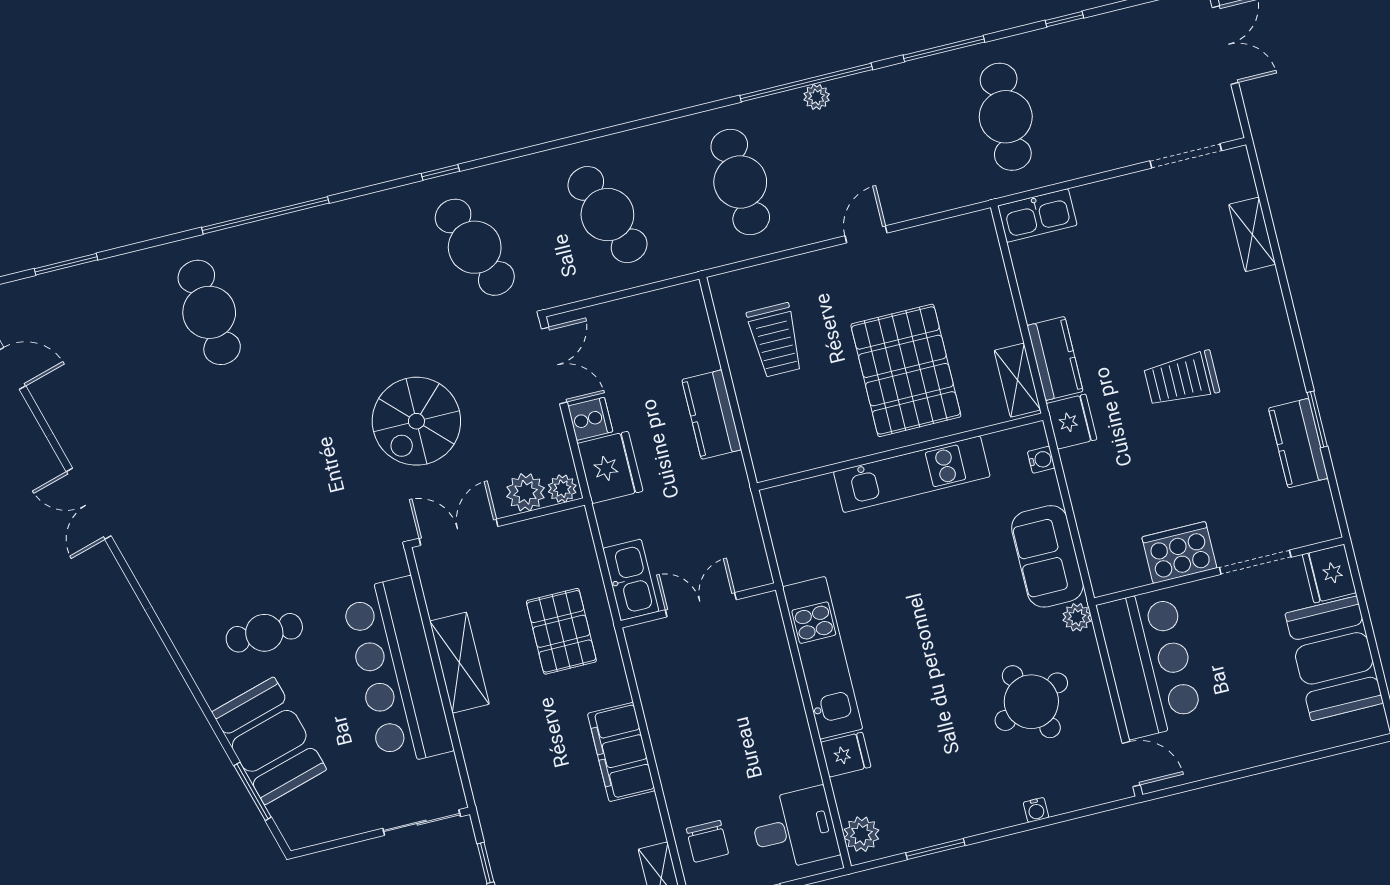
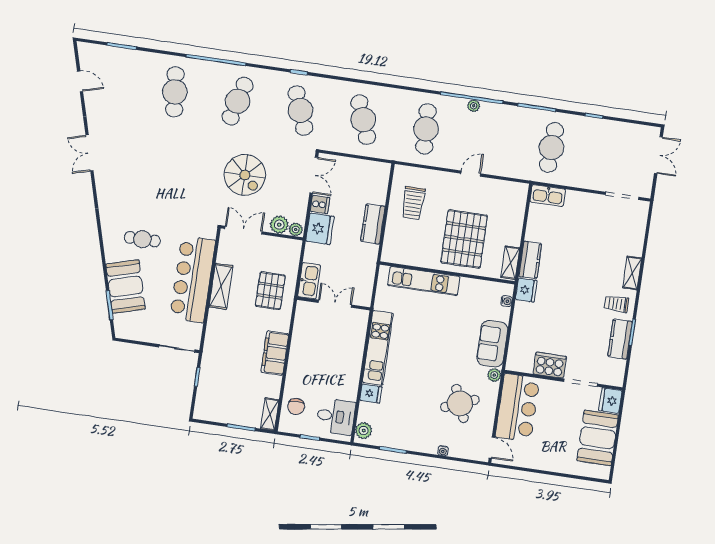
shelving: (1252, 234) -> (632, 273), moved
cafe table: (342, 280) -> (238, 101), added
trolley: (1182, 379) -> (616, 304), moved, width x0.73, depth x0.72
spiral stairs: (416, 421) -> (245, 175), turned -90
kitchen unit: (912, 474) -> (424, 281), moved

